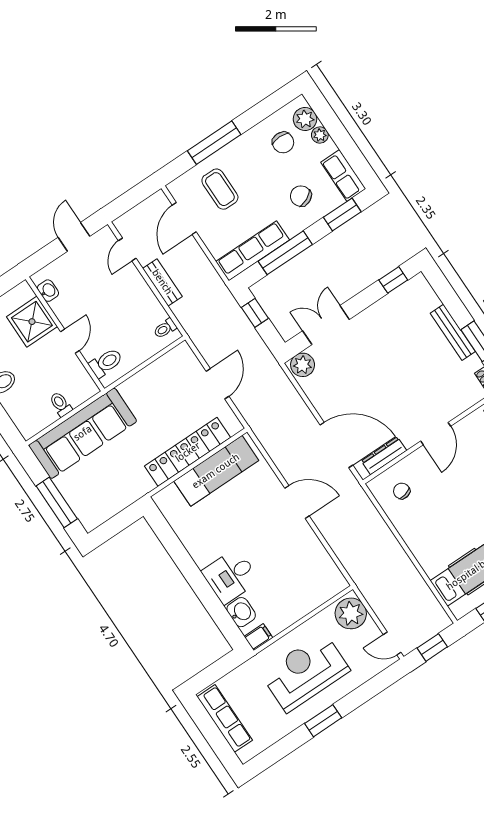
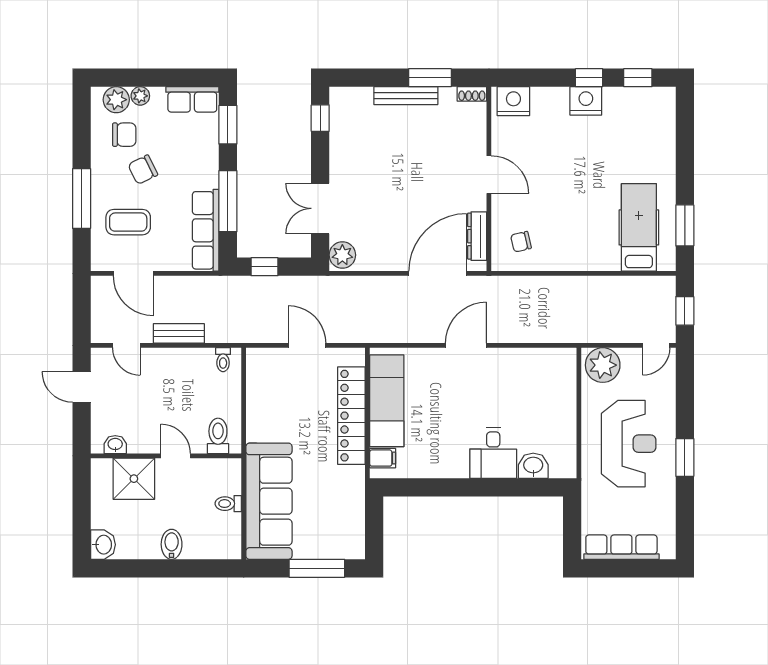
chair: (301, 196) -> (143, 170), moved
filing cabinet: (258, 637) -> (383, 458), moved, turned 90
reception desk: (305, 672) -> (629, 444), turned 180

